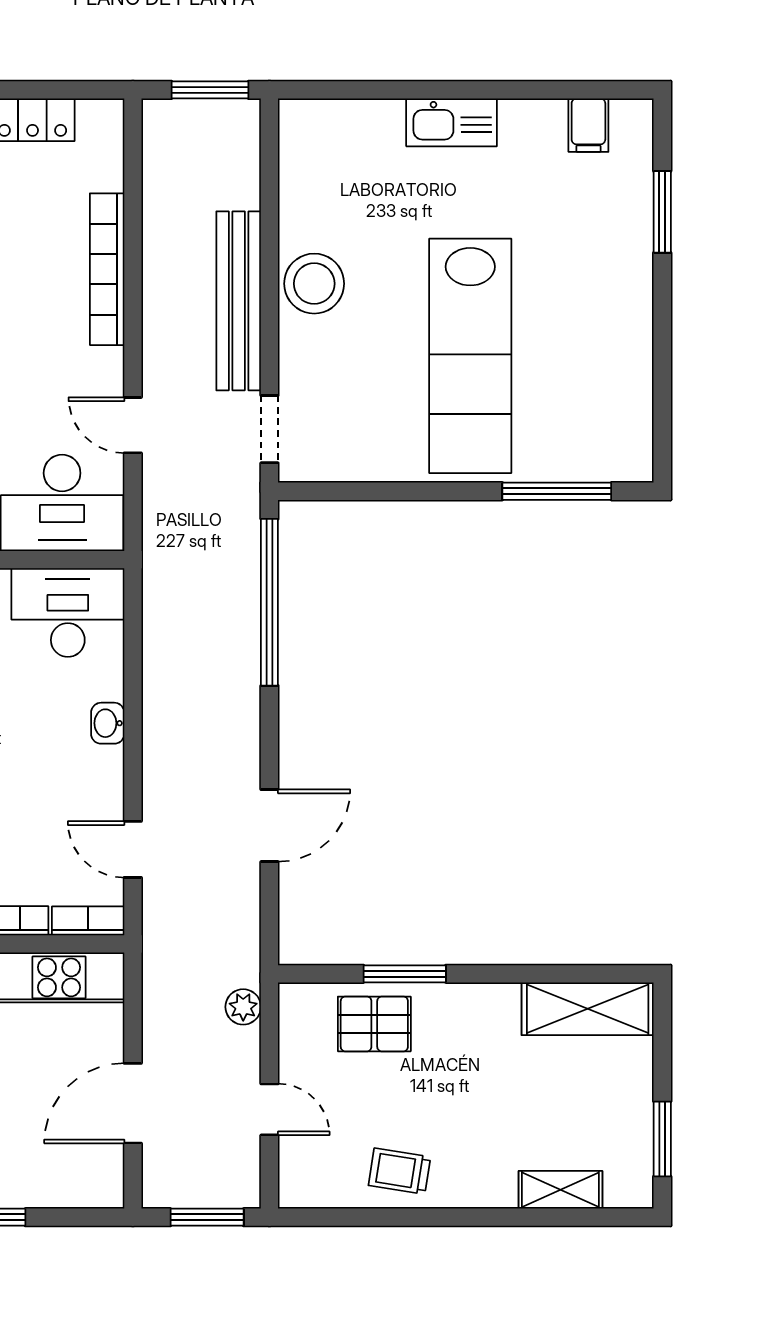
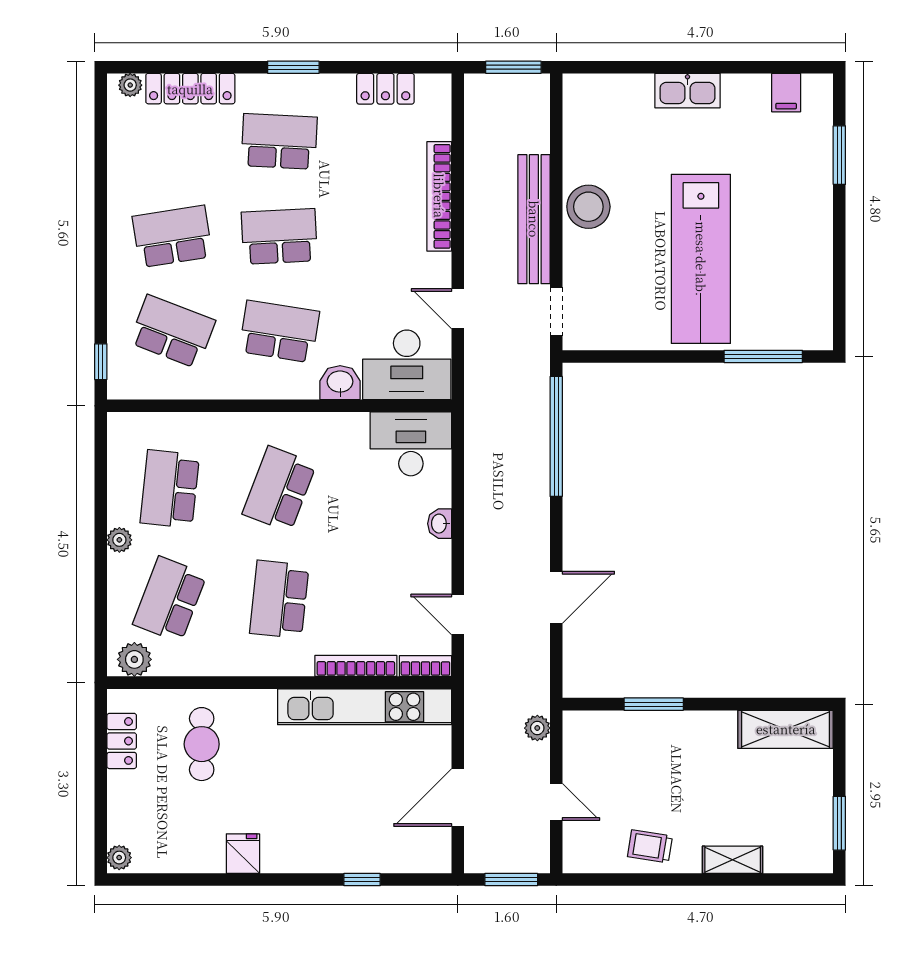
pallet: (374, 1024) -> (632, 740), removed
shelving: (560, 1190) -> (733, 860), moved

